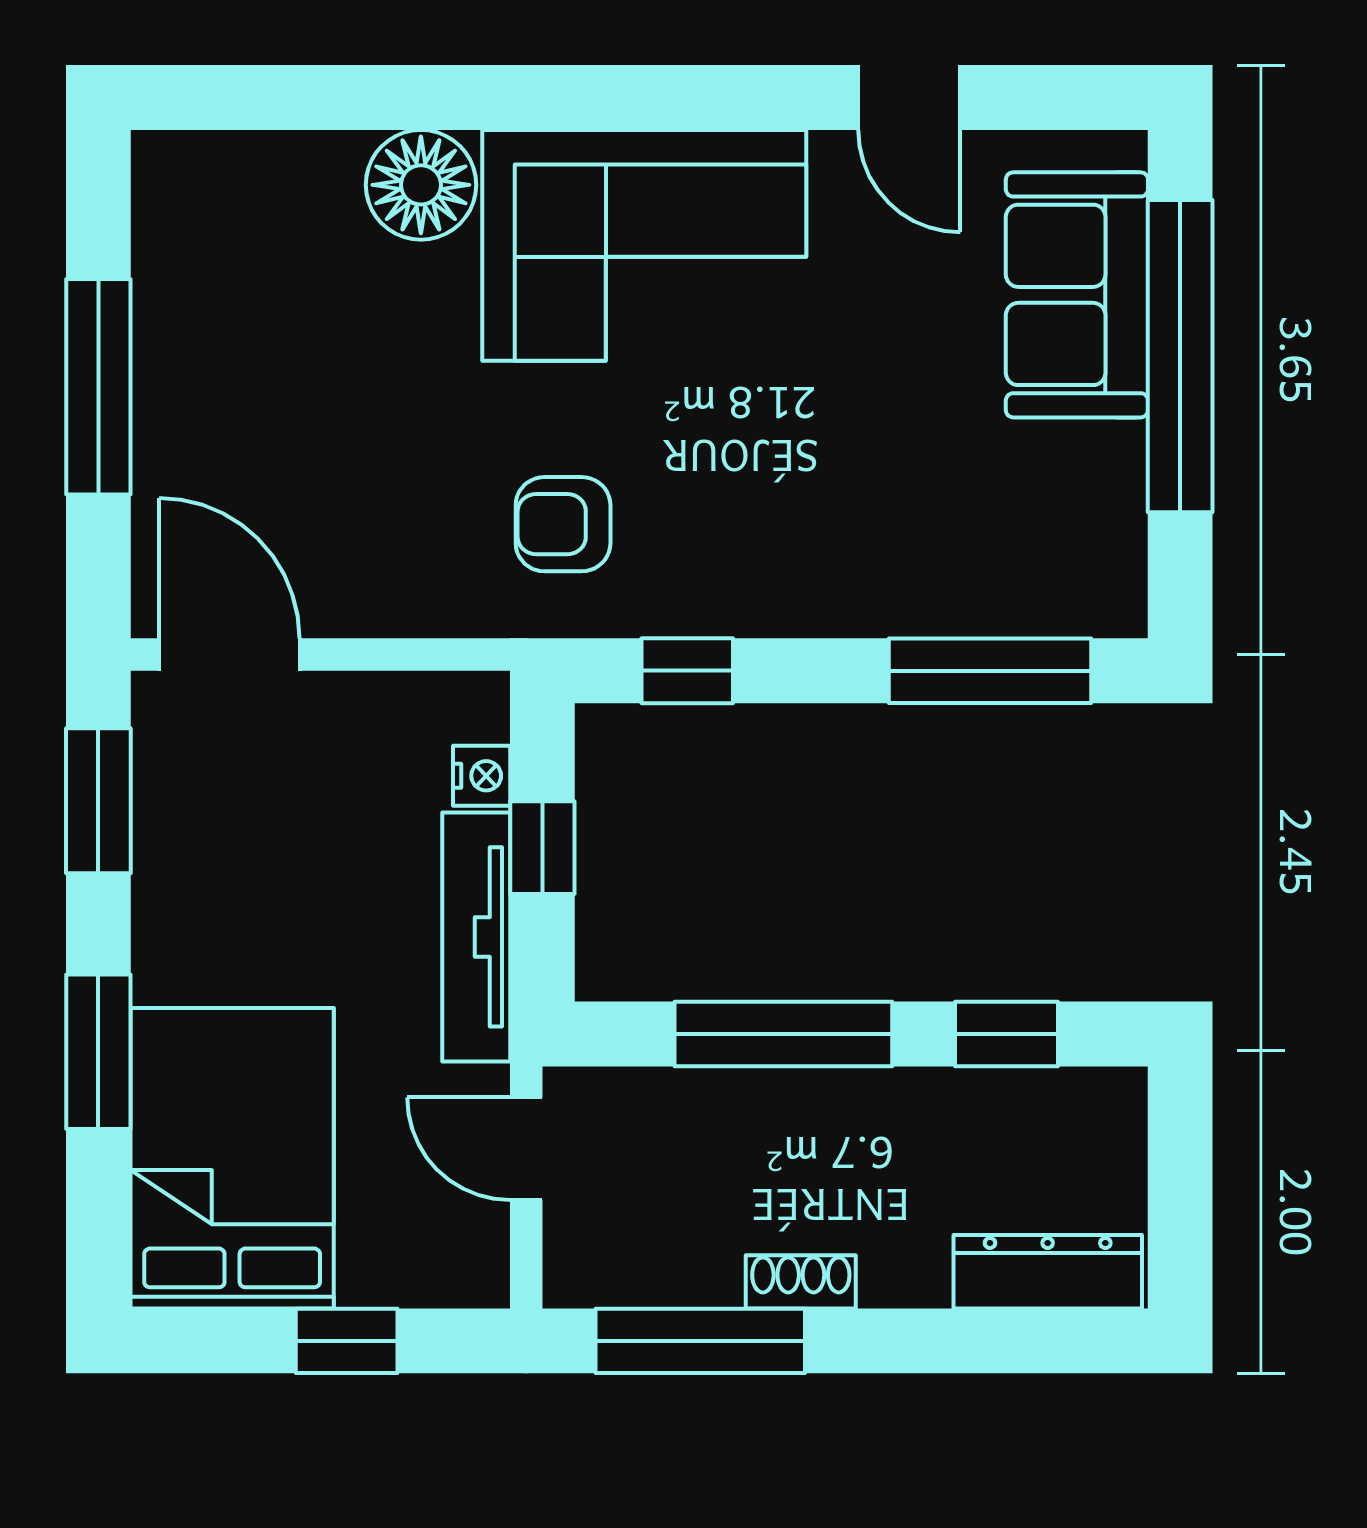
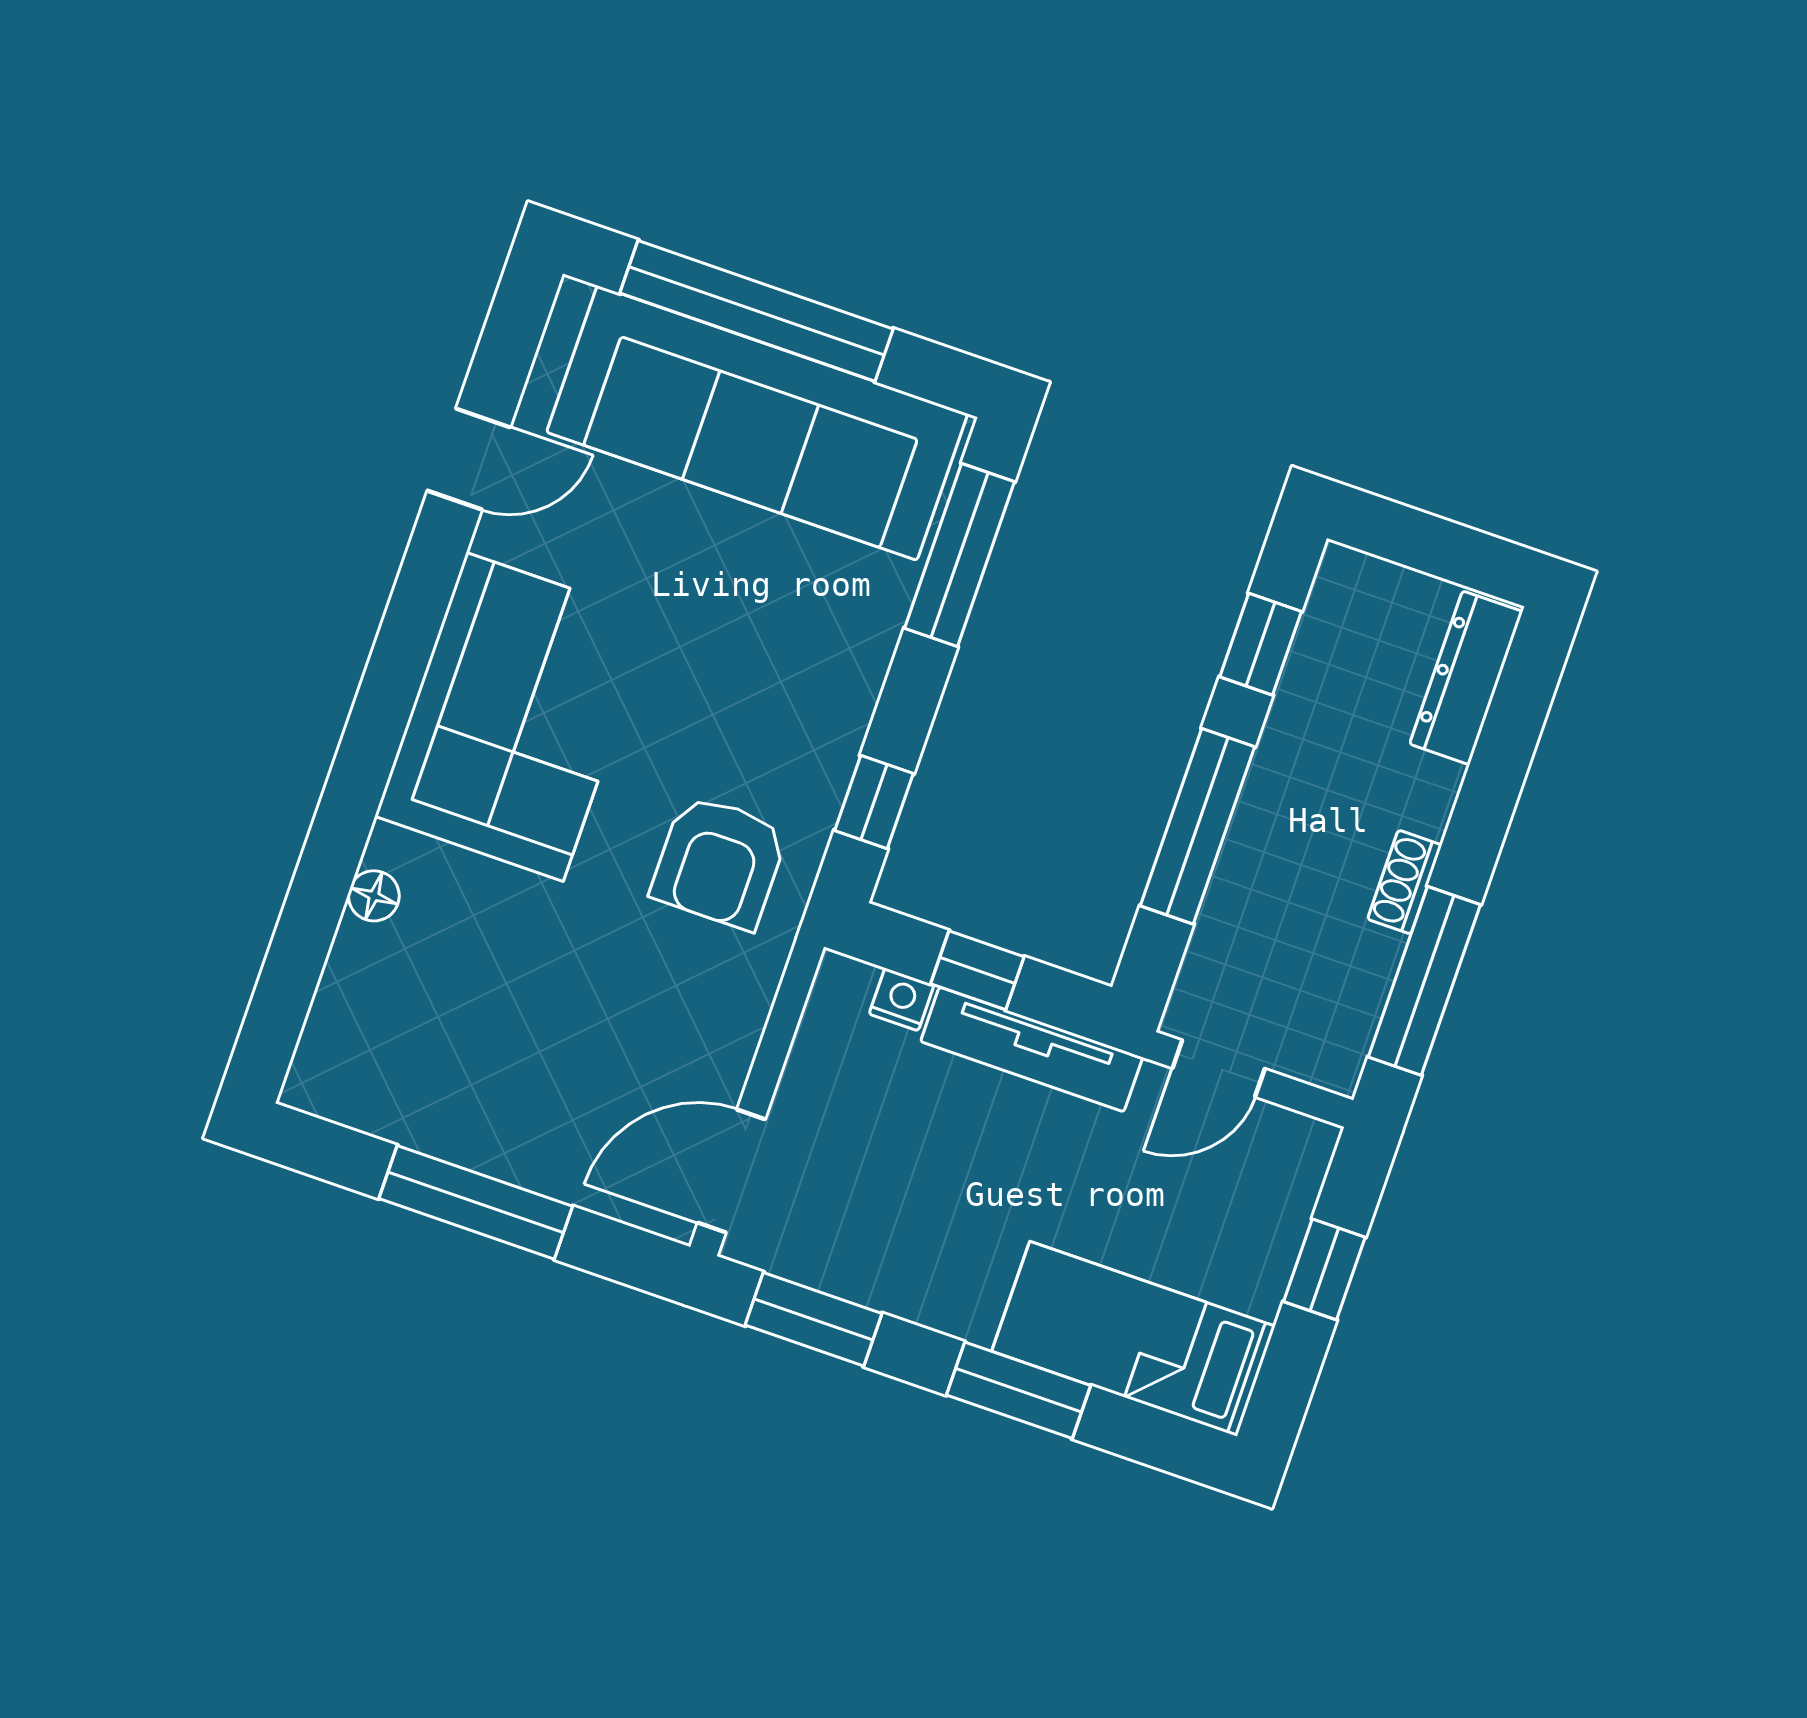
floor lamp: (421, 185) -> (374, 896), width x0.53, depth x0.53
sofa: (1077, 295) -> (757, 423), width x1.85, depth x1.27
armchair: (563, 524) -> (719, 862), width x1.38, depth x1.38
bed: (232, 1158) -> (1134, 1339), width x0.67

